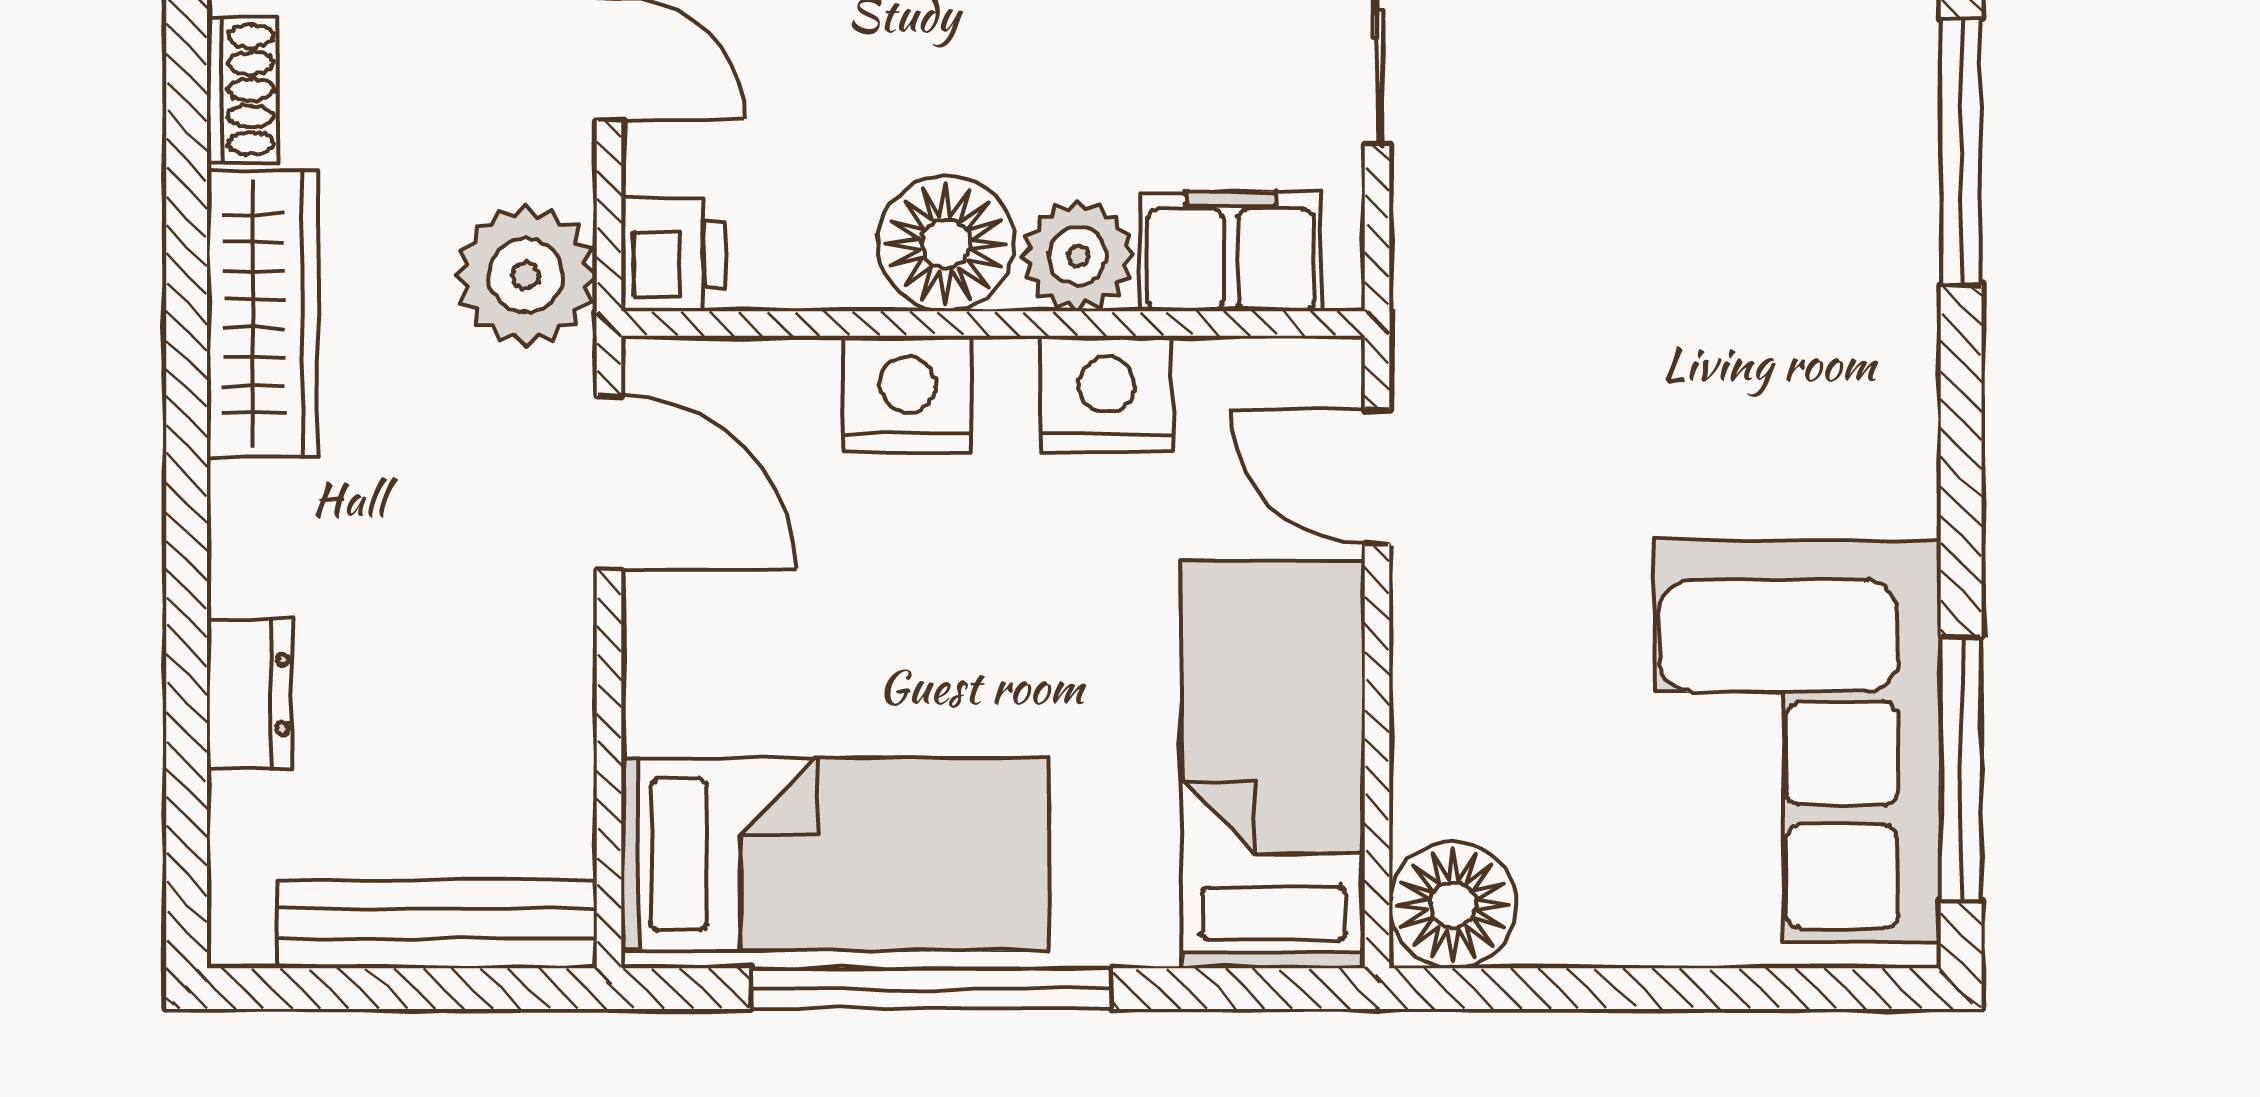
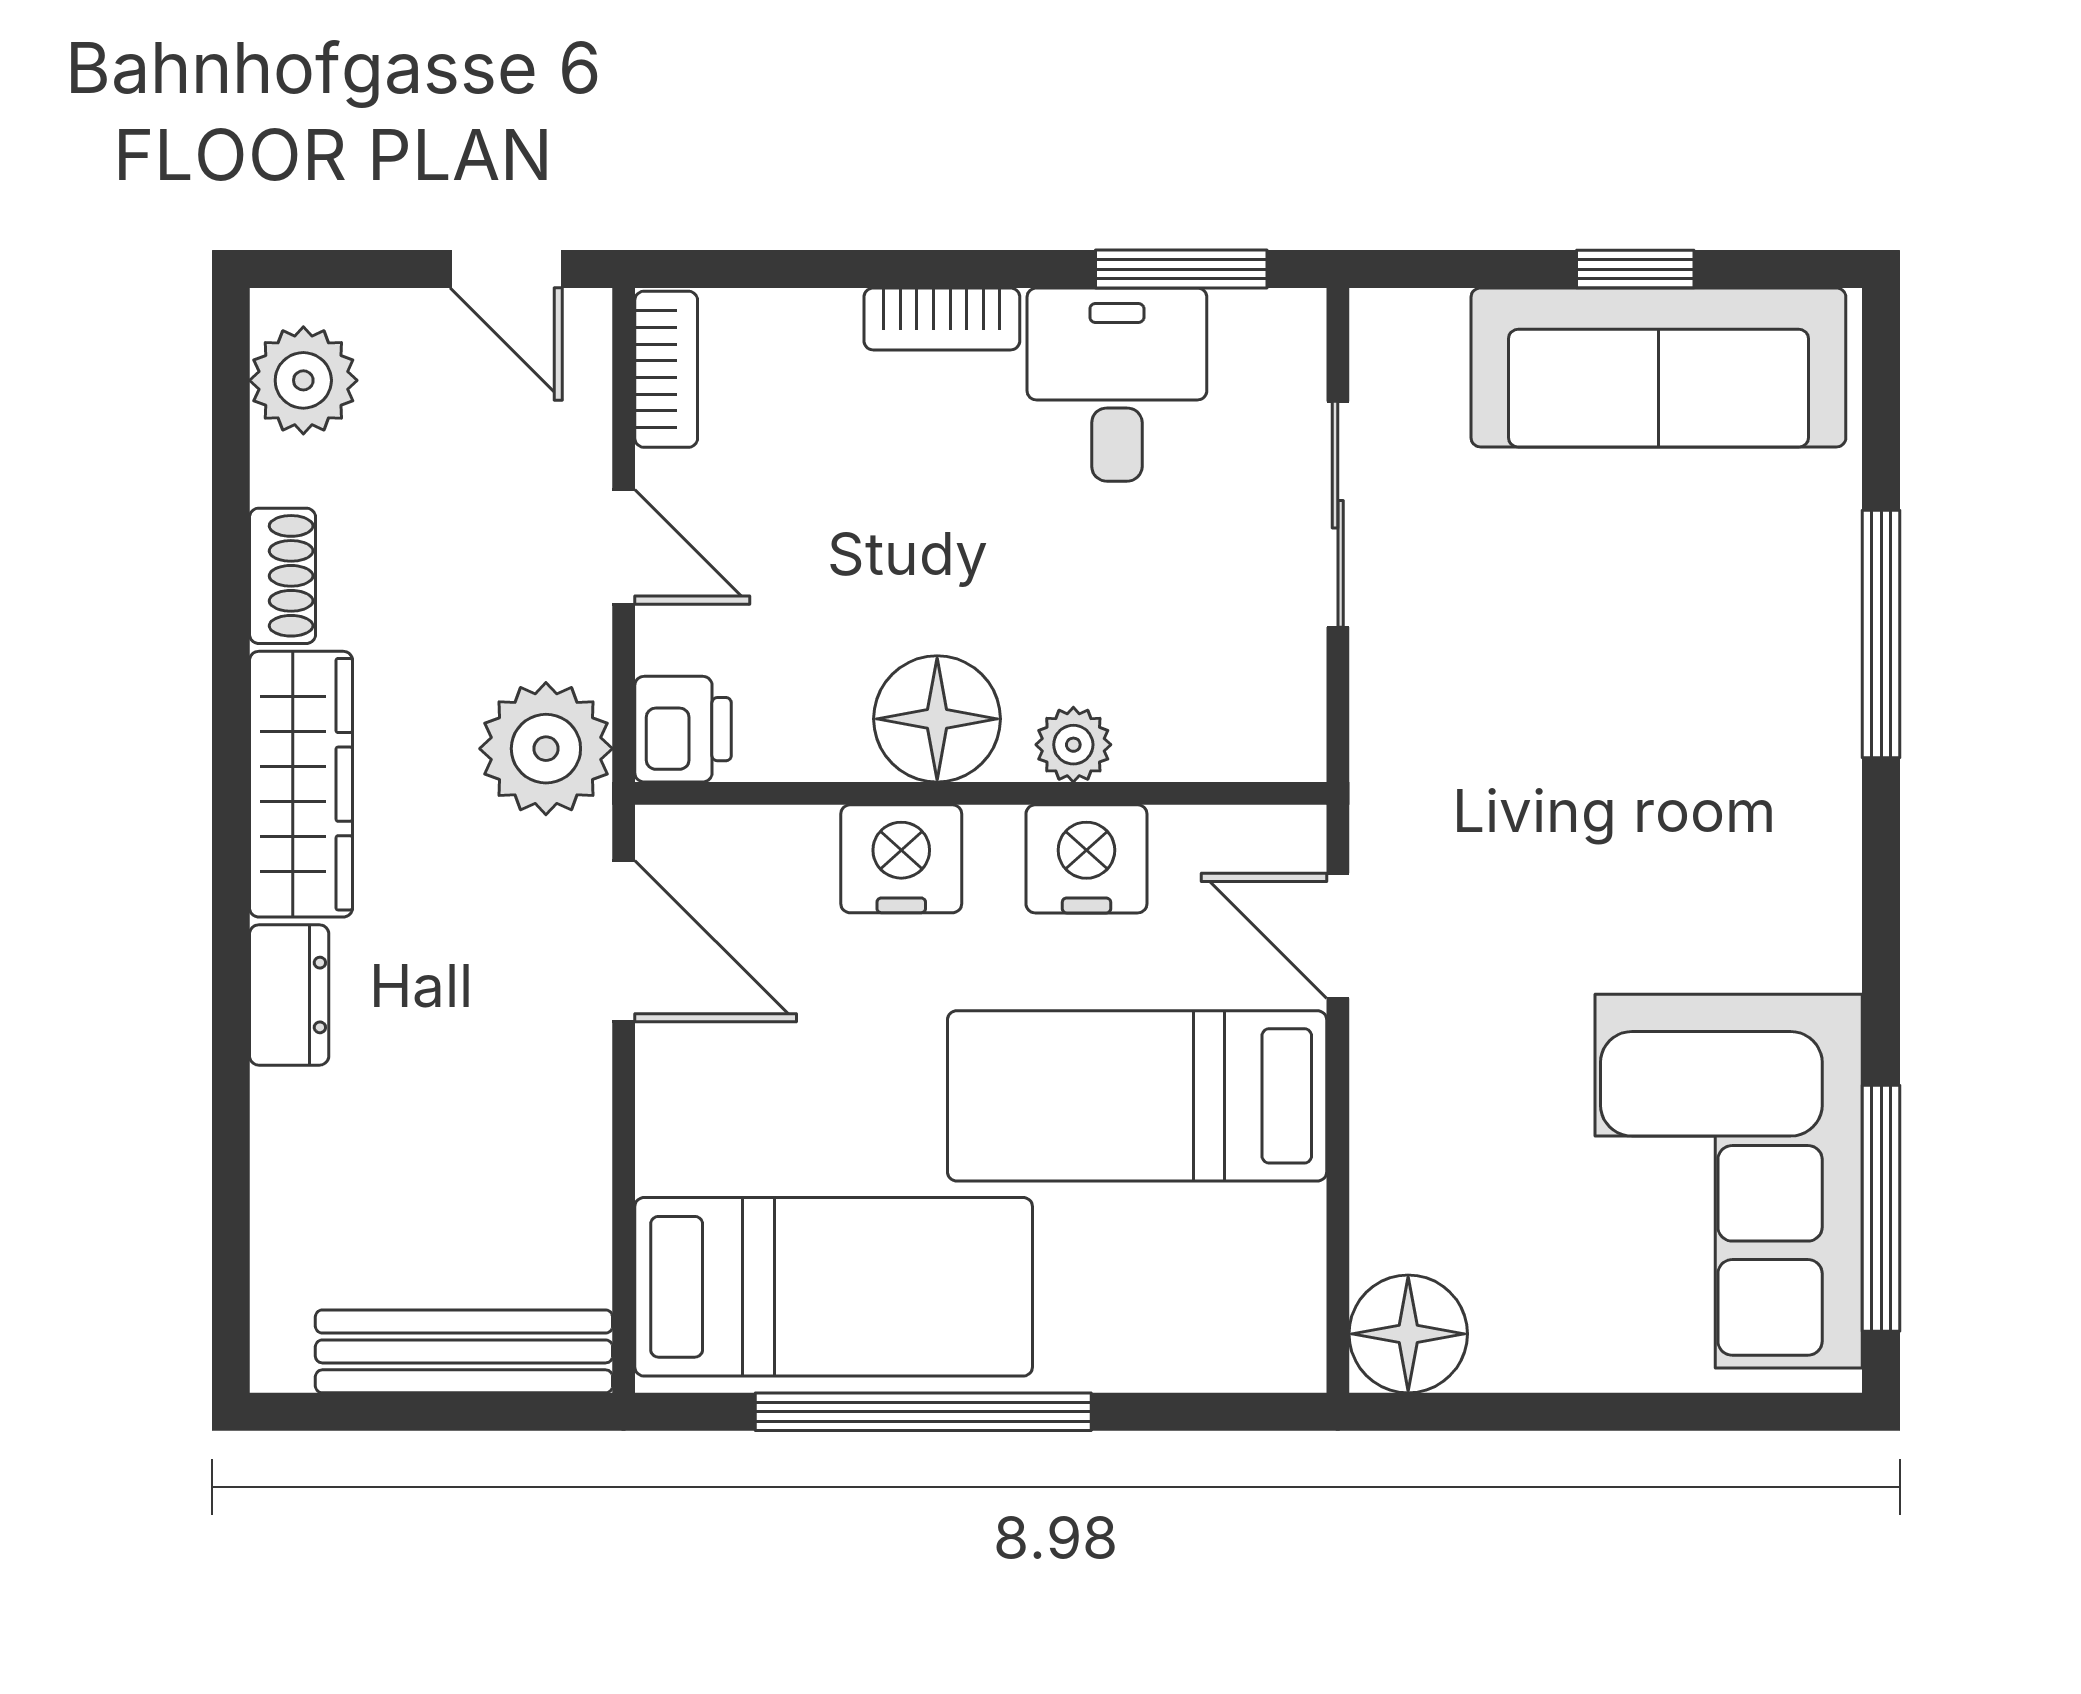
filing cabinet: (1231, 252) -> (1202, 726), removed
plant: (1078, 256) -> (1073, 745), width x0.73, depth x0.73
dresser: (249, 694) -> (289, 995), moved
bed: (1273, 765) -> (1137, 1096), moved, turned -90

